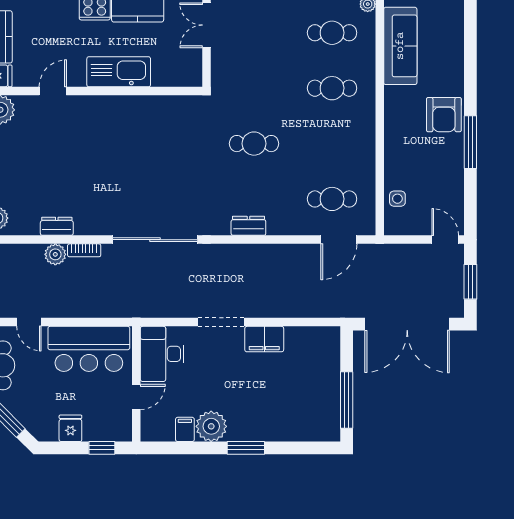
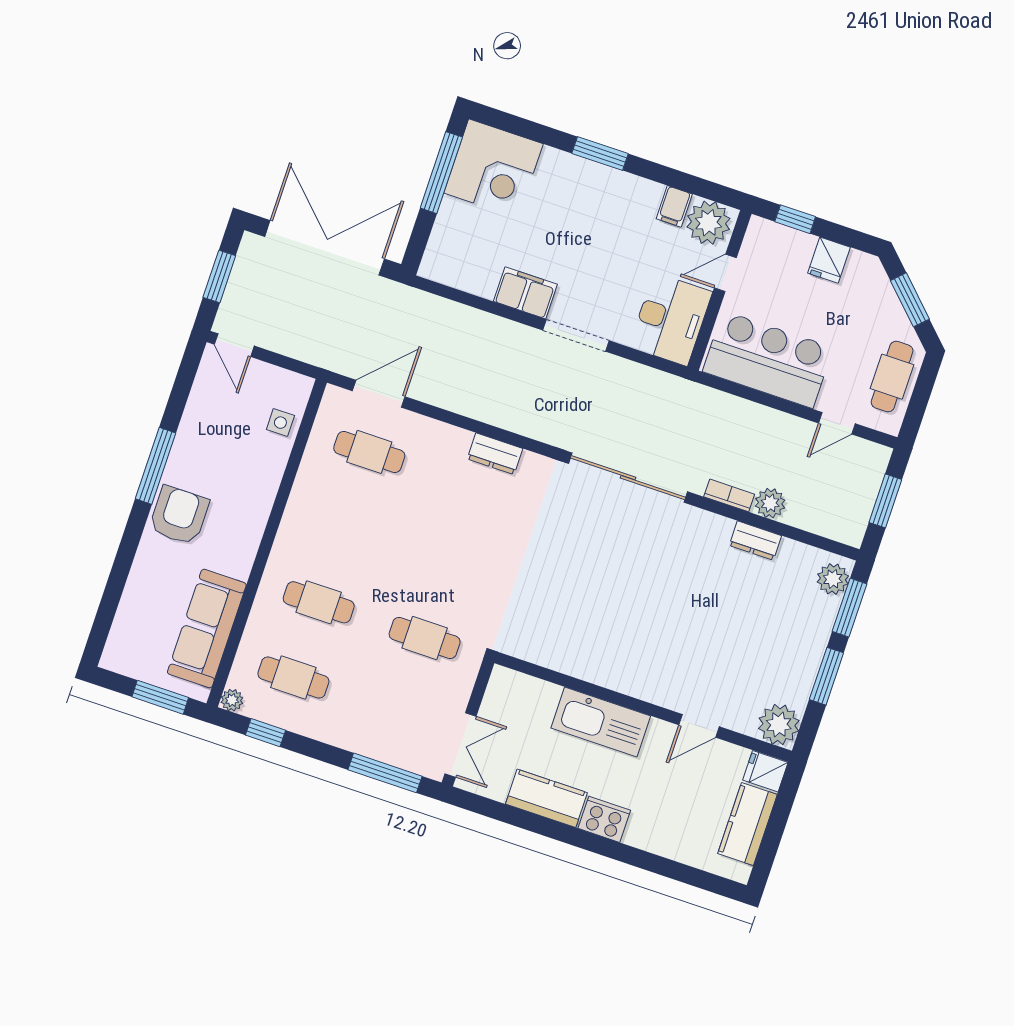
cafe table: (254, 144) -> (425, 638), moved
door: (29, 322) -> (837, 423), swing flipped
corner desk: (313, 414) -> (493, 168), added
plant: (211, 426) -> (708, 223), moved

